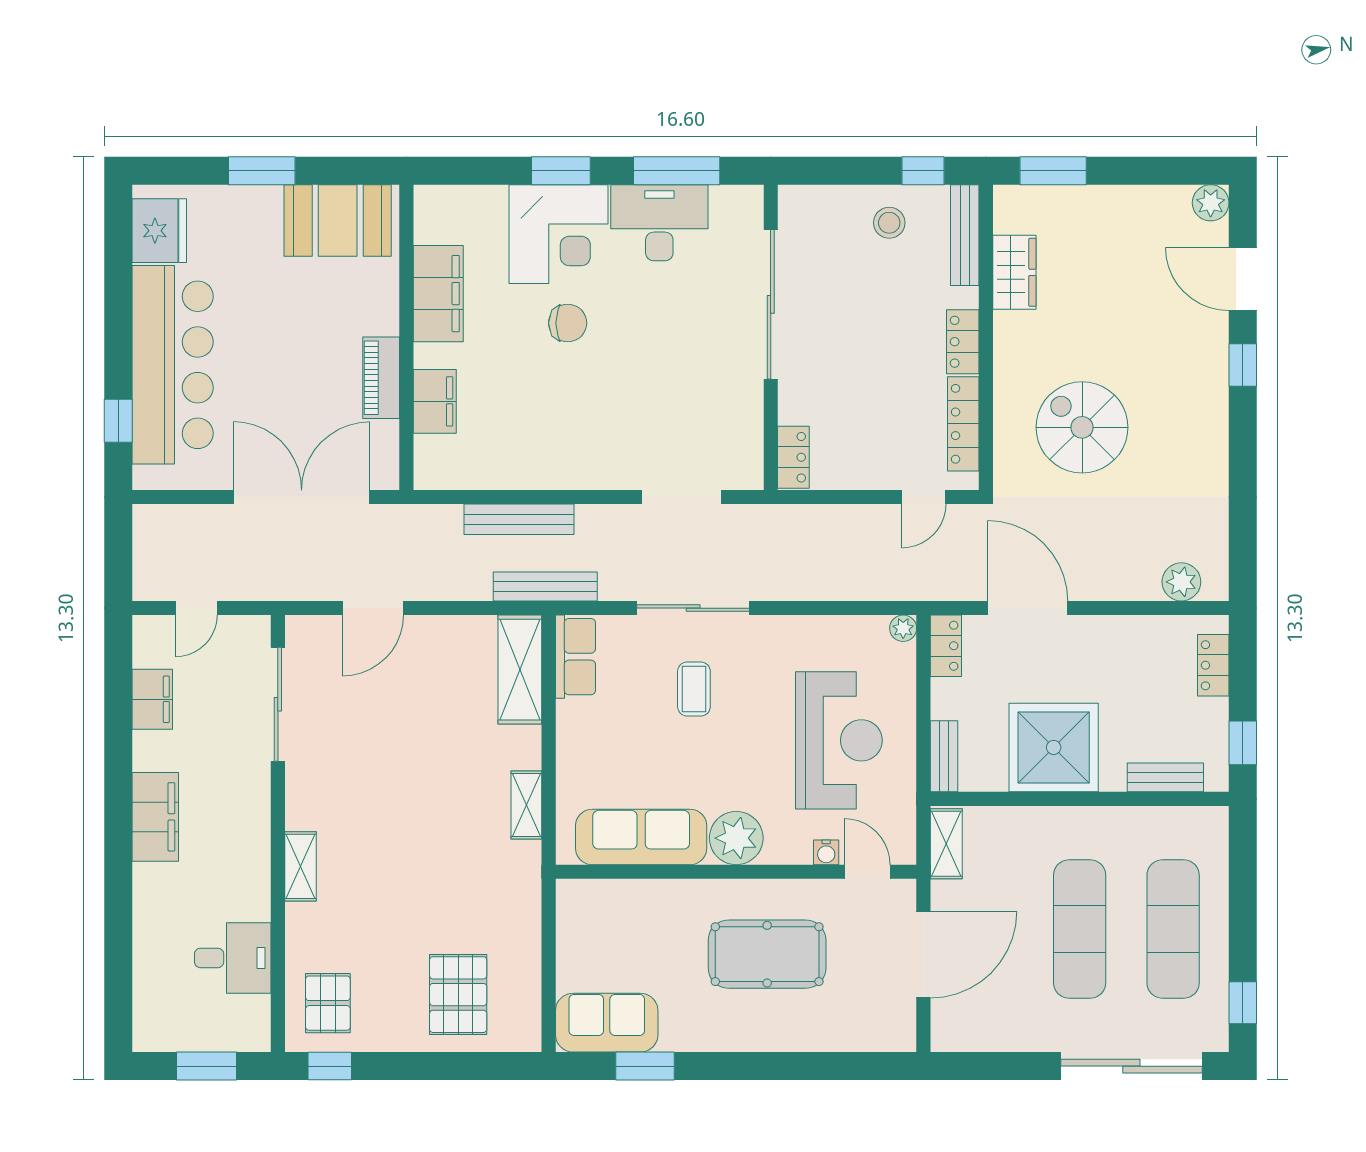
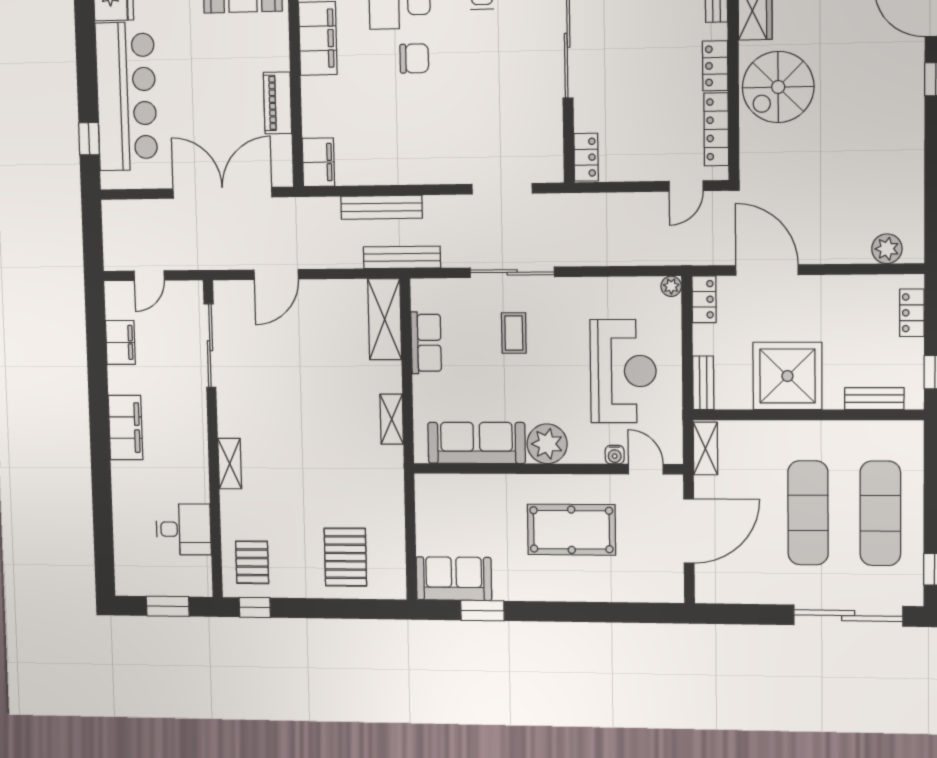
filing cabinet: (435, 401) -> (318, 162), moved
spiral stairs: (1082, 427) -> (778, 87), moved, turned -90
row of seats: (575, 657) -> (426, 343), moved

